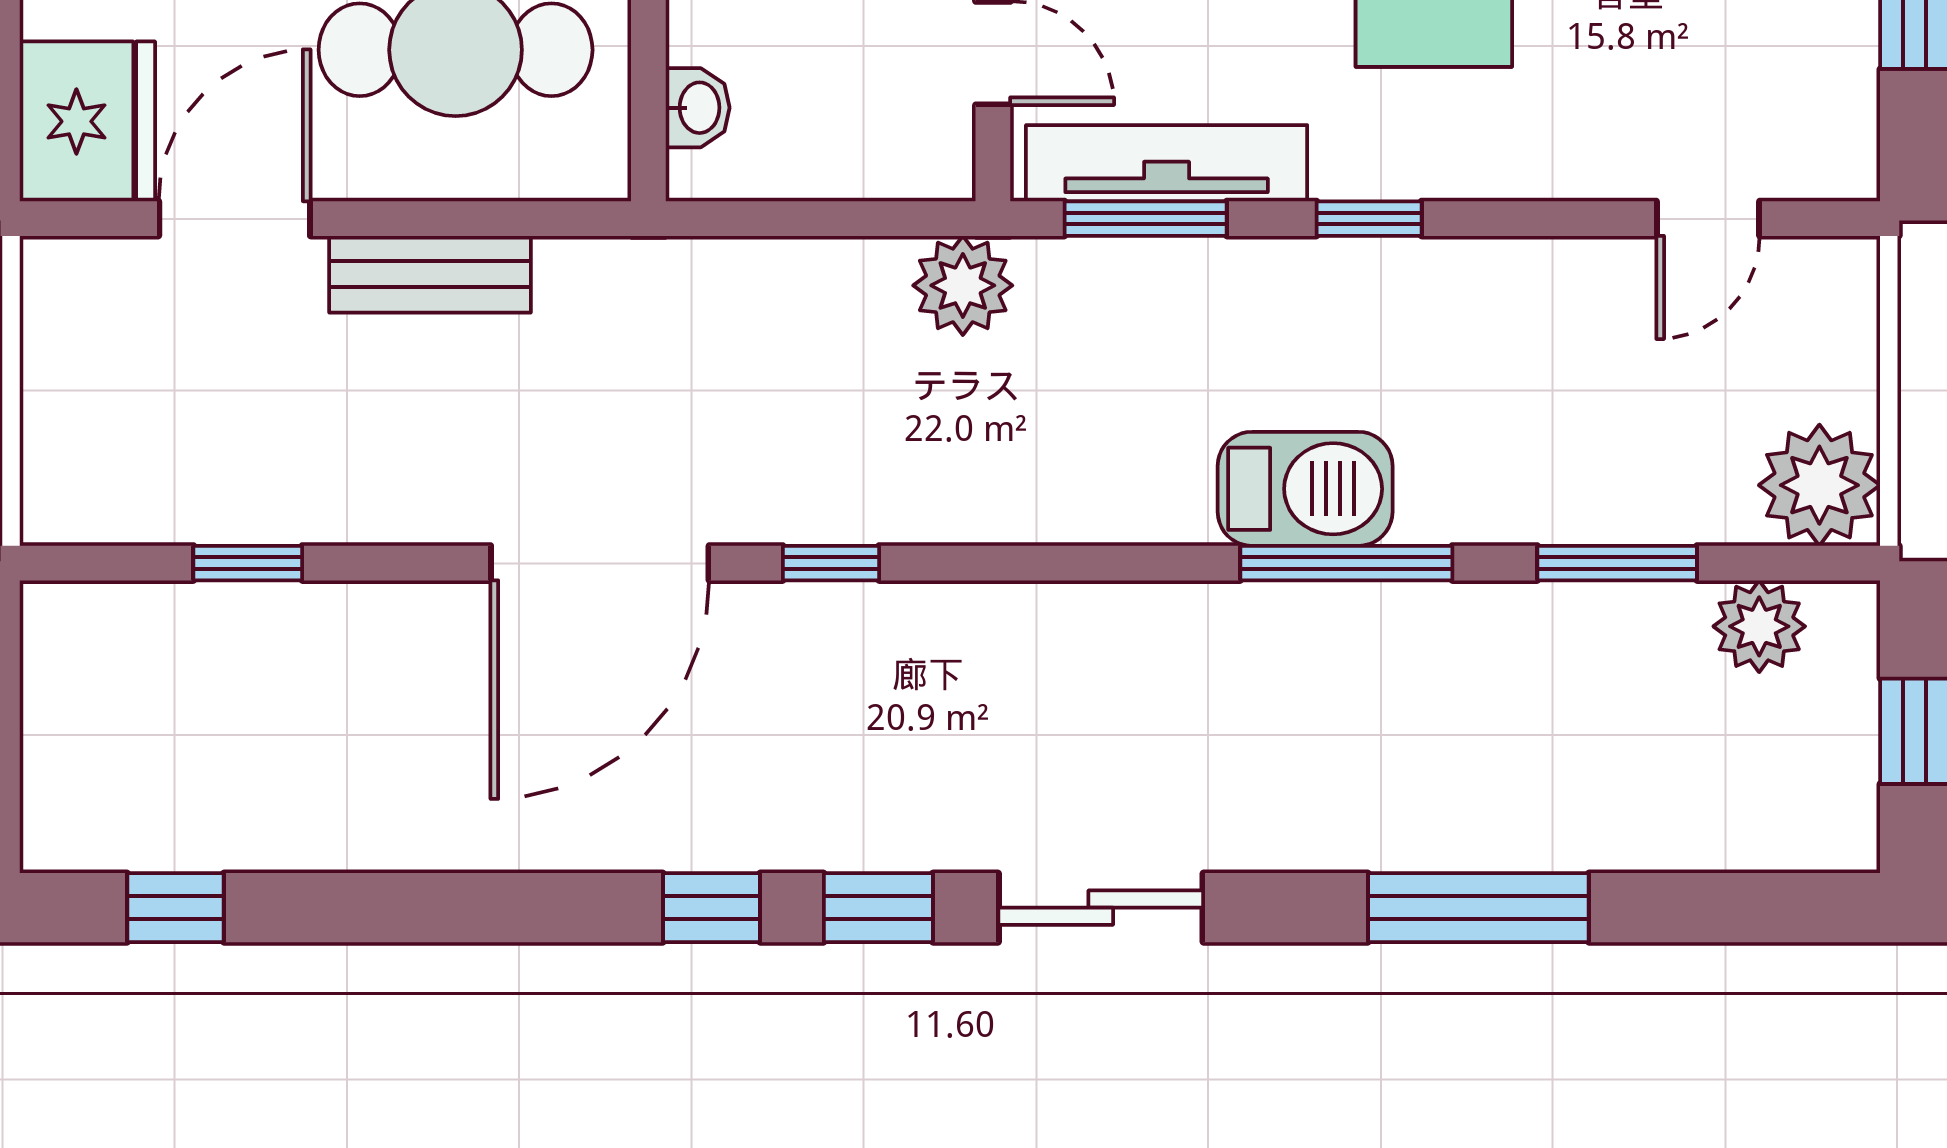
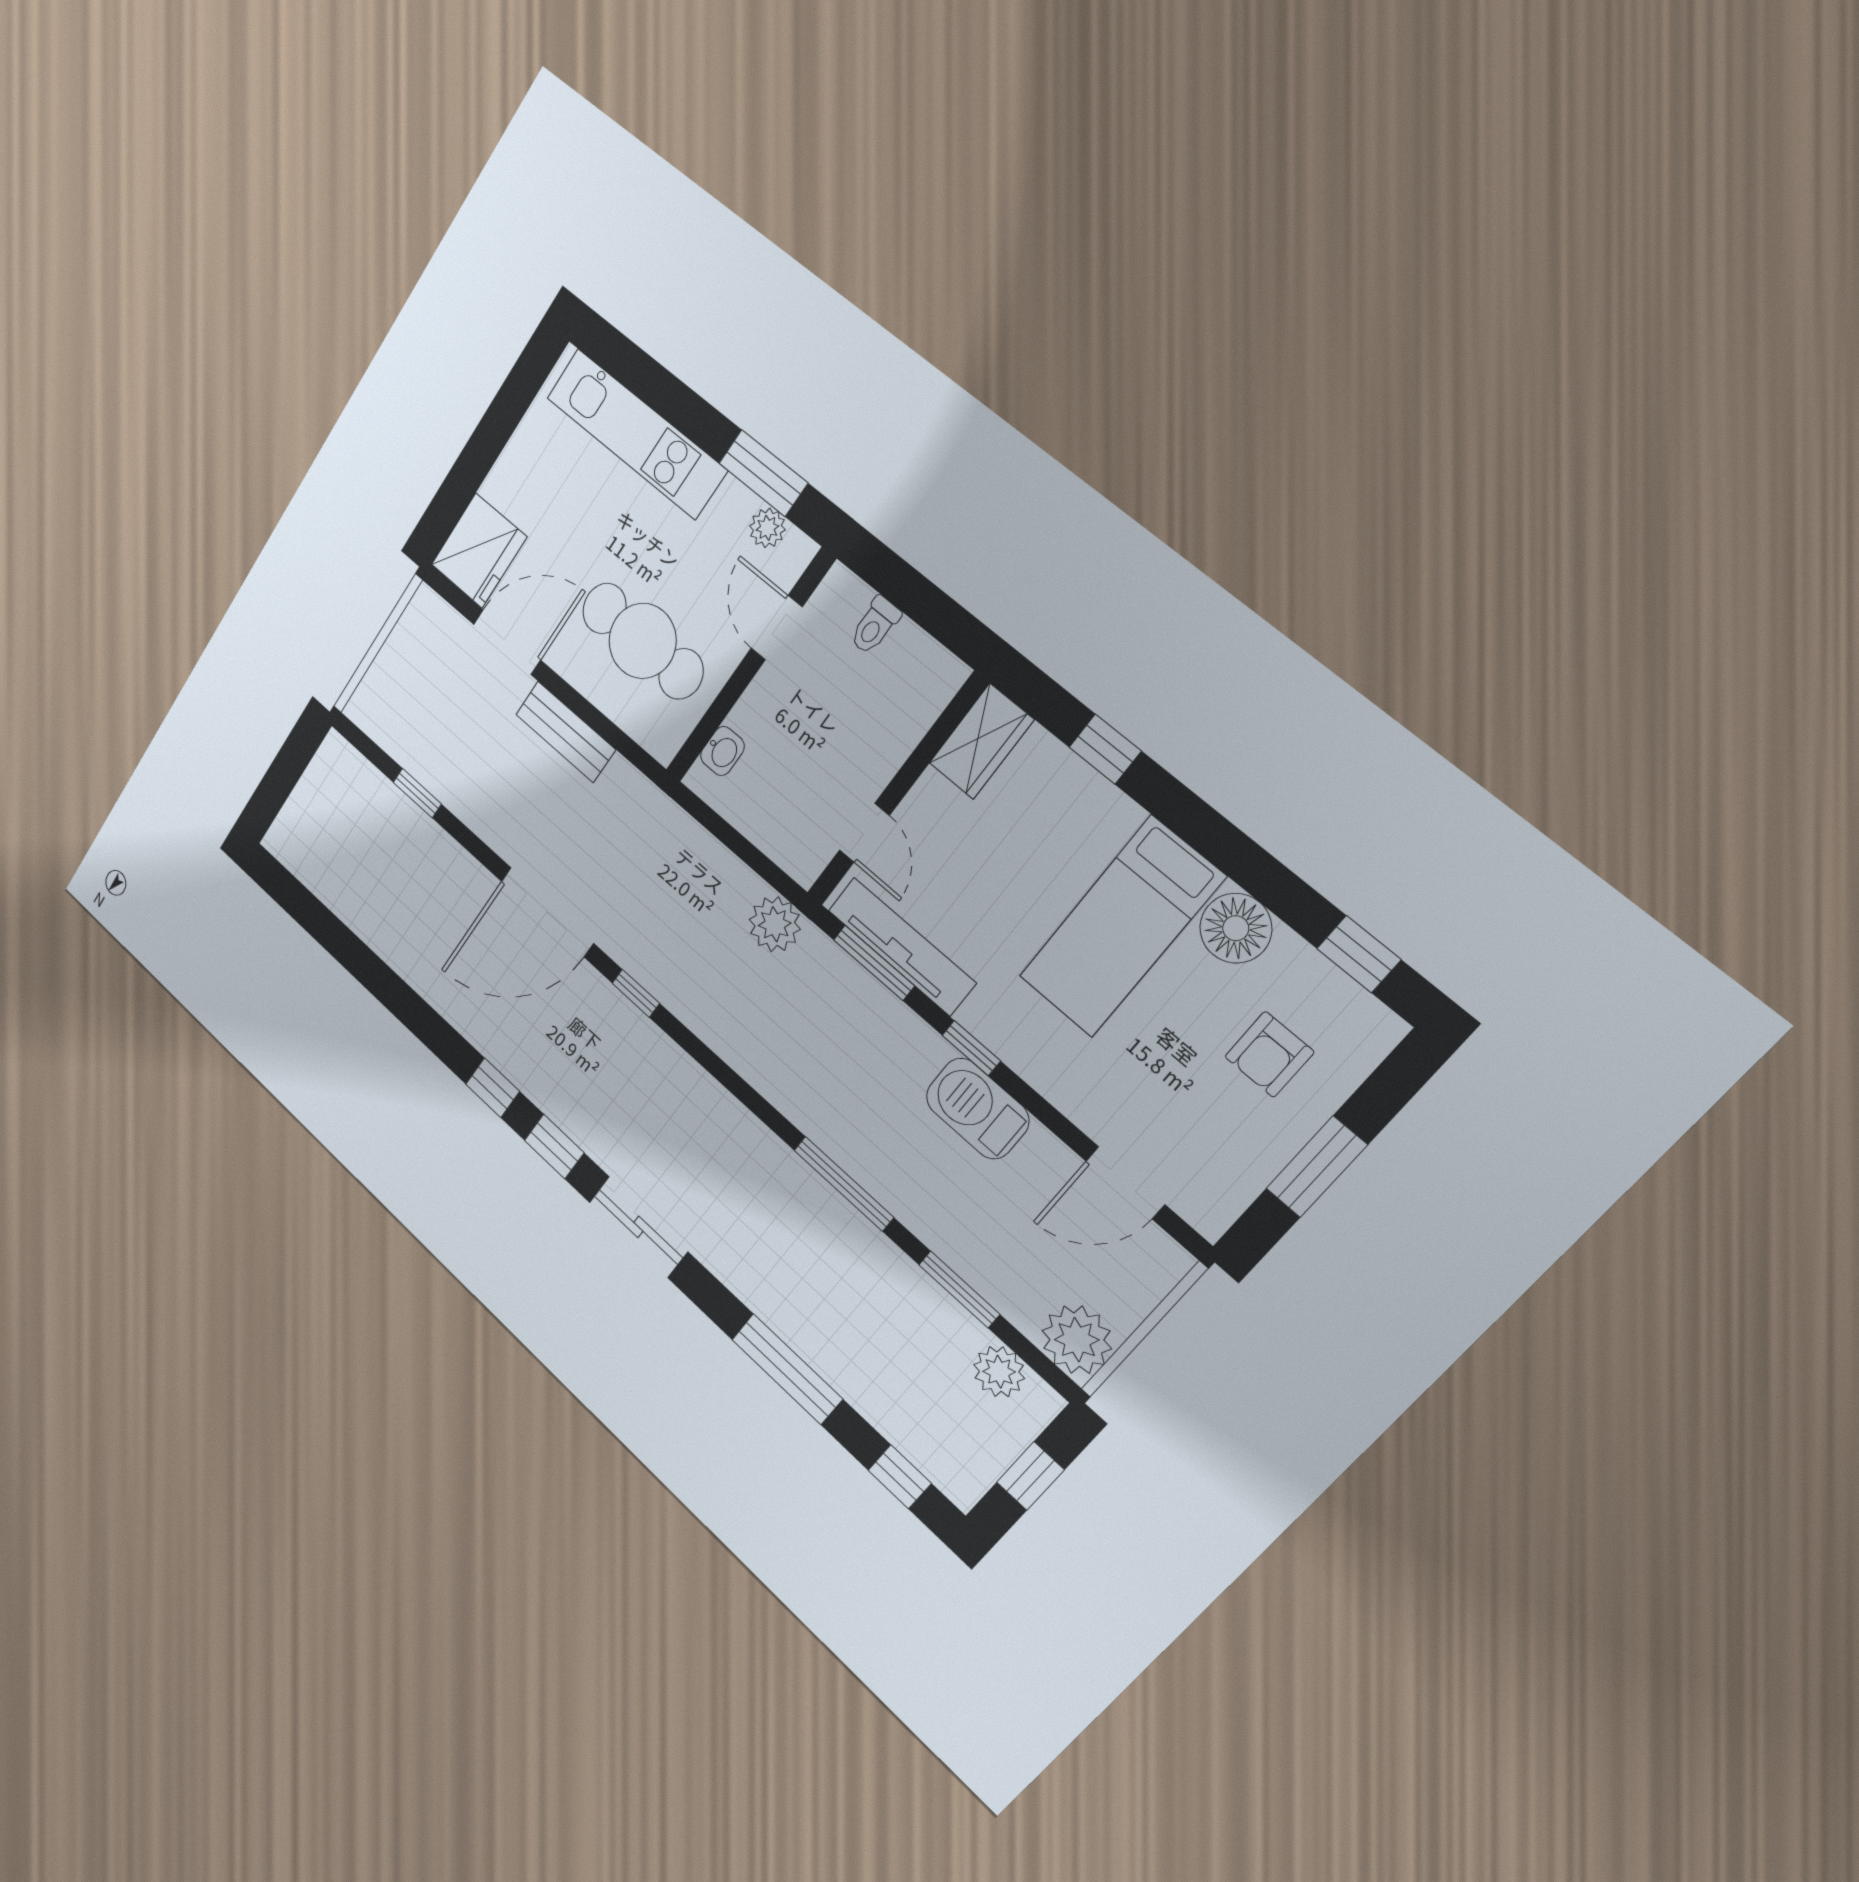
door: (1708, 219) -> (1125, 1183), width x1.38
barbecue: (1305, 489) -> (977, 1109), moved, turned 180
window: (175, 908) -> (900, 1477), moved

